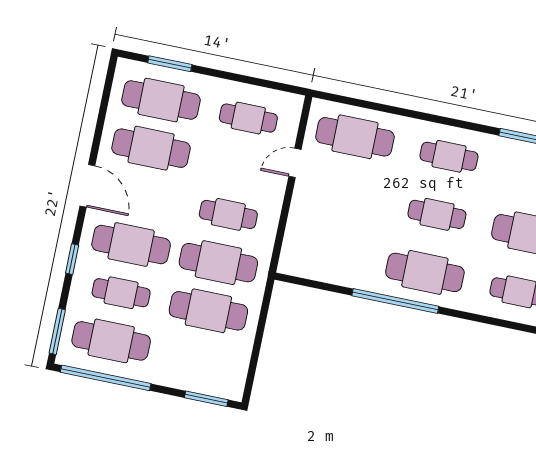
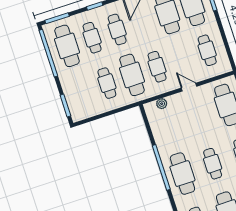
door: (295, 163) -> (189, 87), moved
plant: (292, 241) -> (162, 104), added
cafe table: (131, 245) -> (117, 29), width x0.73, depth x0.74
cafe table: (208, 311) -> (107, 83), width x0.73, depth x0.74

